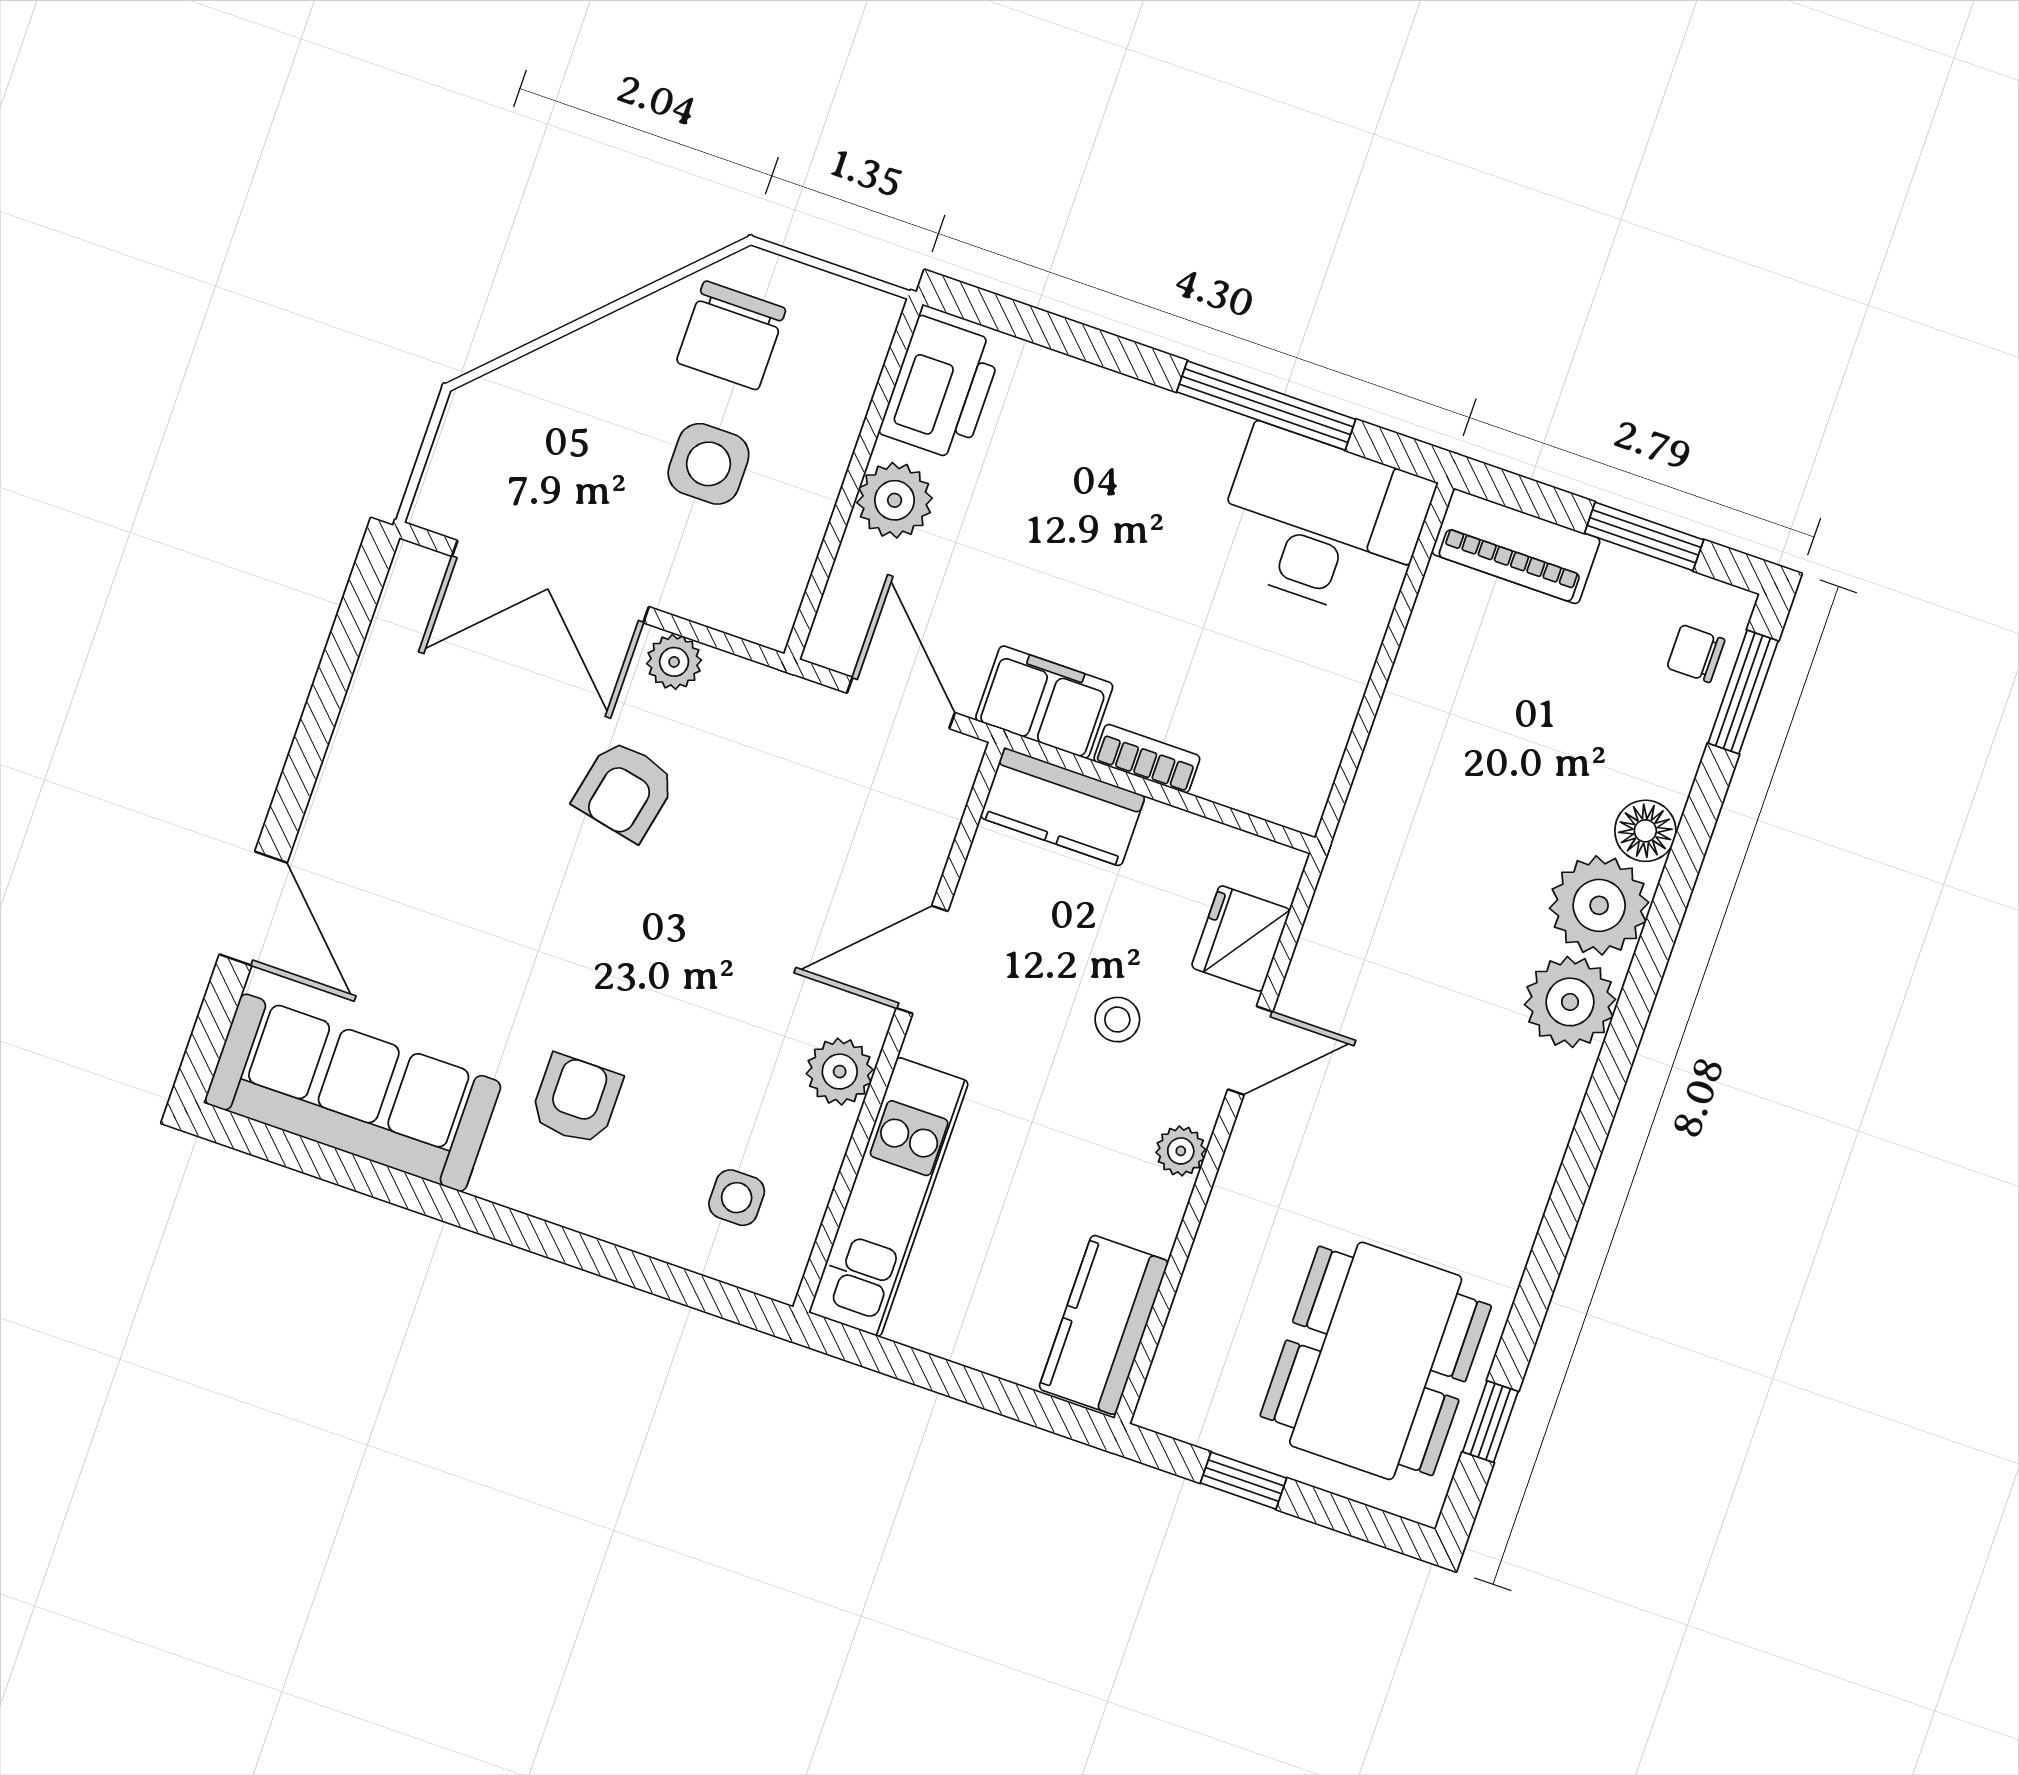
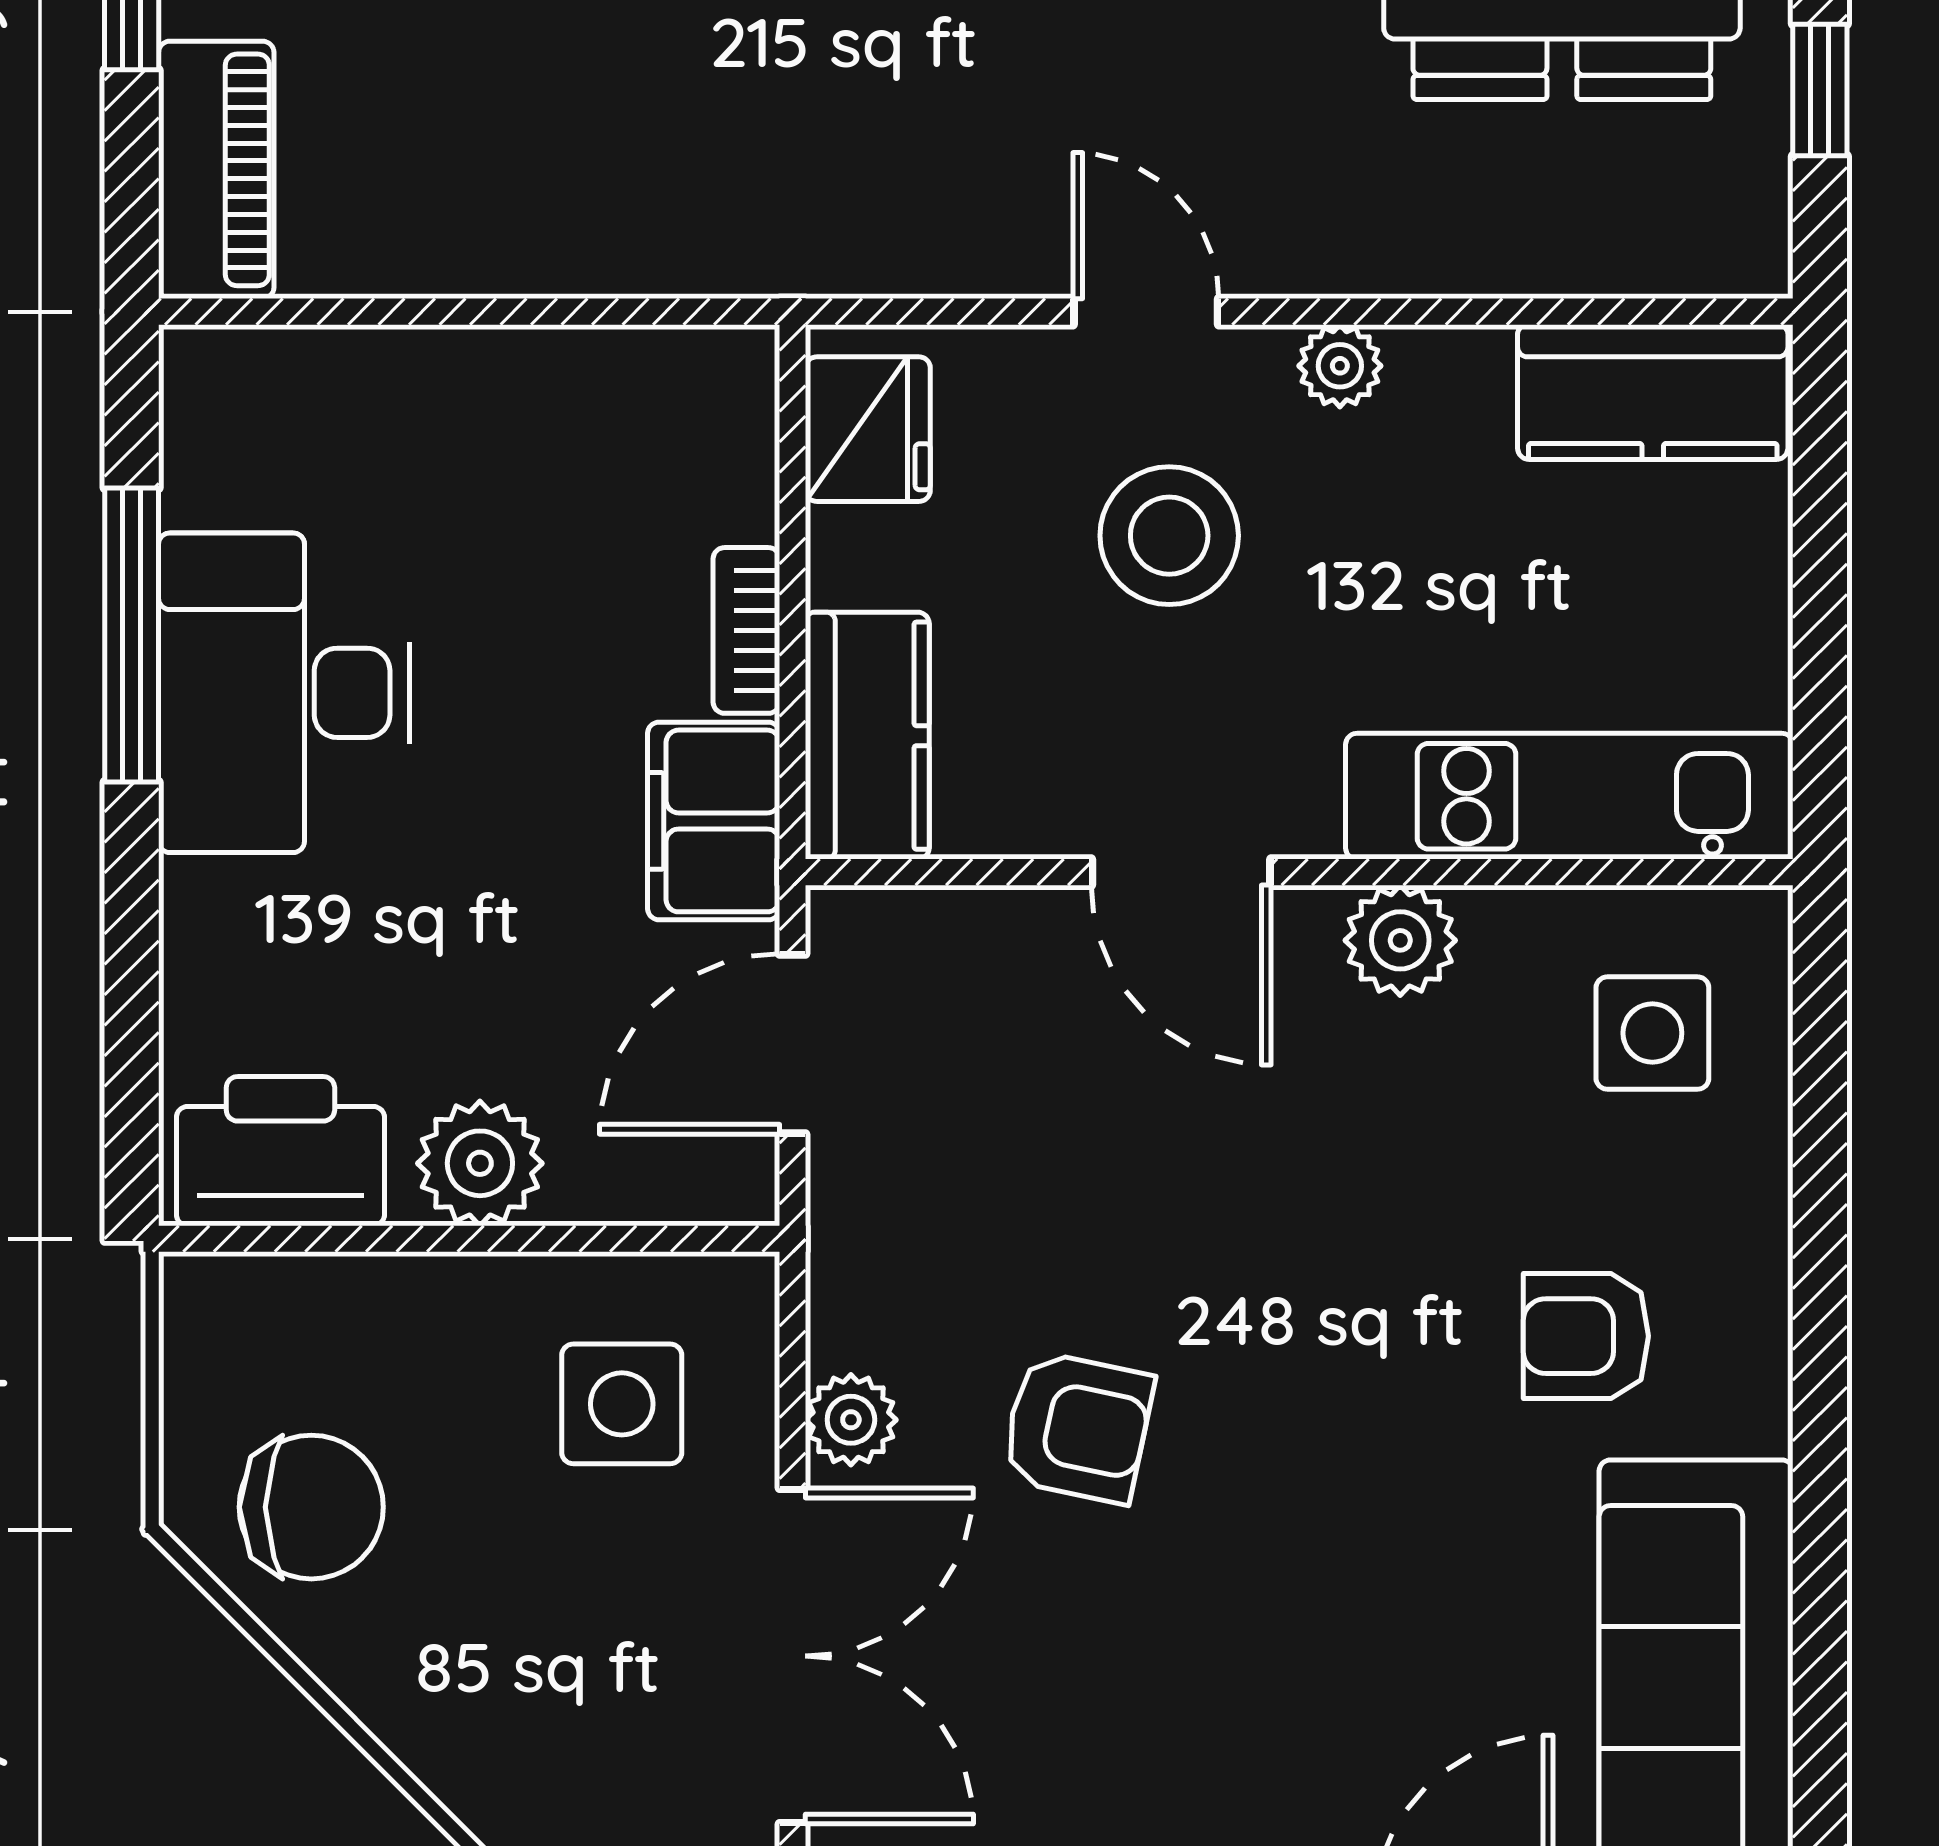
side table: (708, 464) -> (622, 1404), moved
desk: (1322, 523) -> (284, 693), moved
fridge: (1241, 938) -> (868, 429), moved, turned -90
stool: (1117, 1020) -> (1169, 536), width x1.89, depth x1.89
side table: (737, 1198) -> (1652, 1033), width x1.37, depth x1.37

